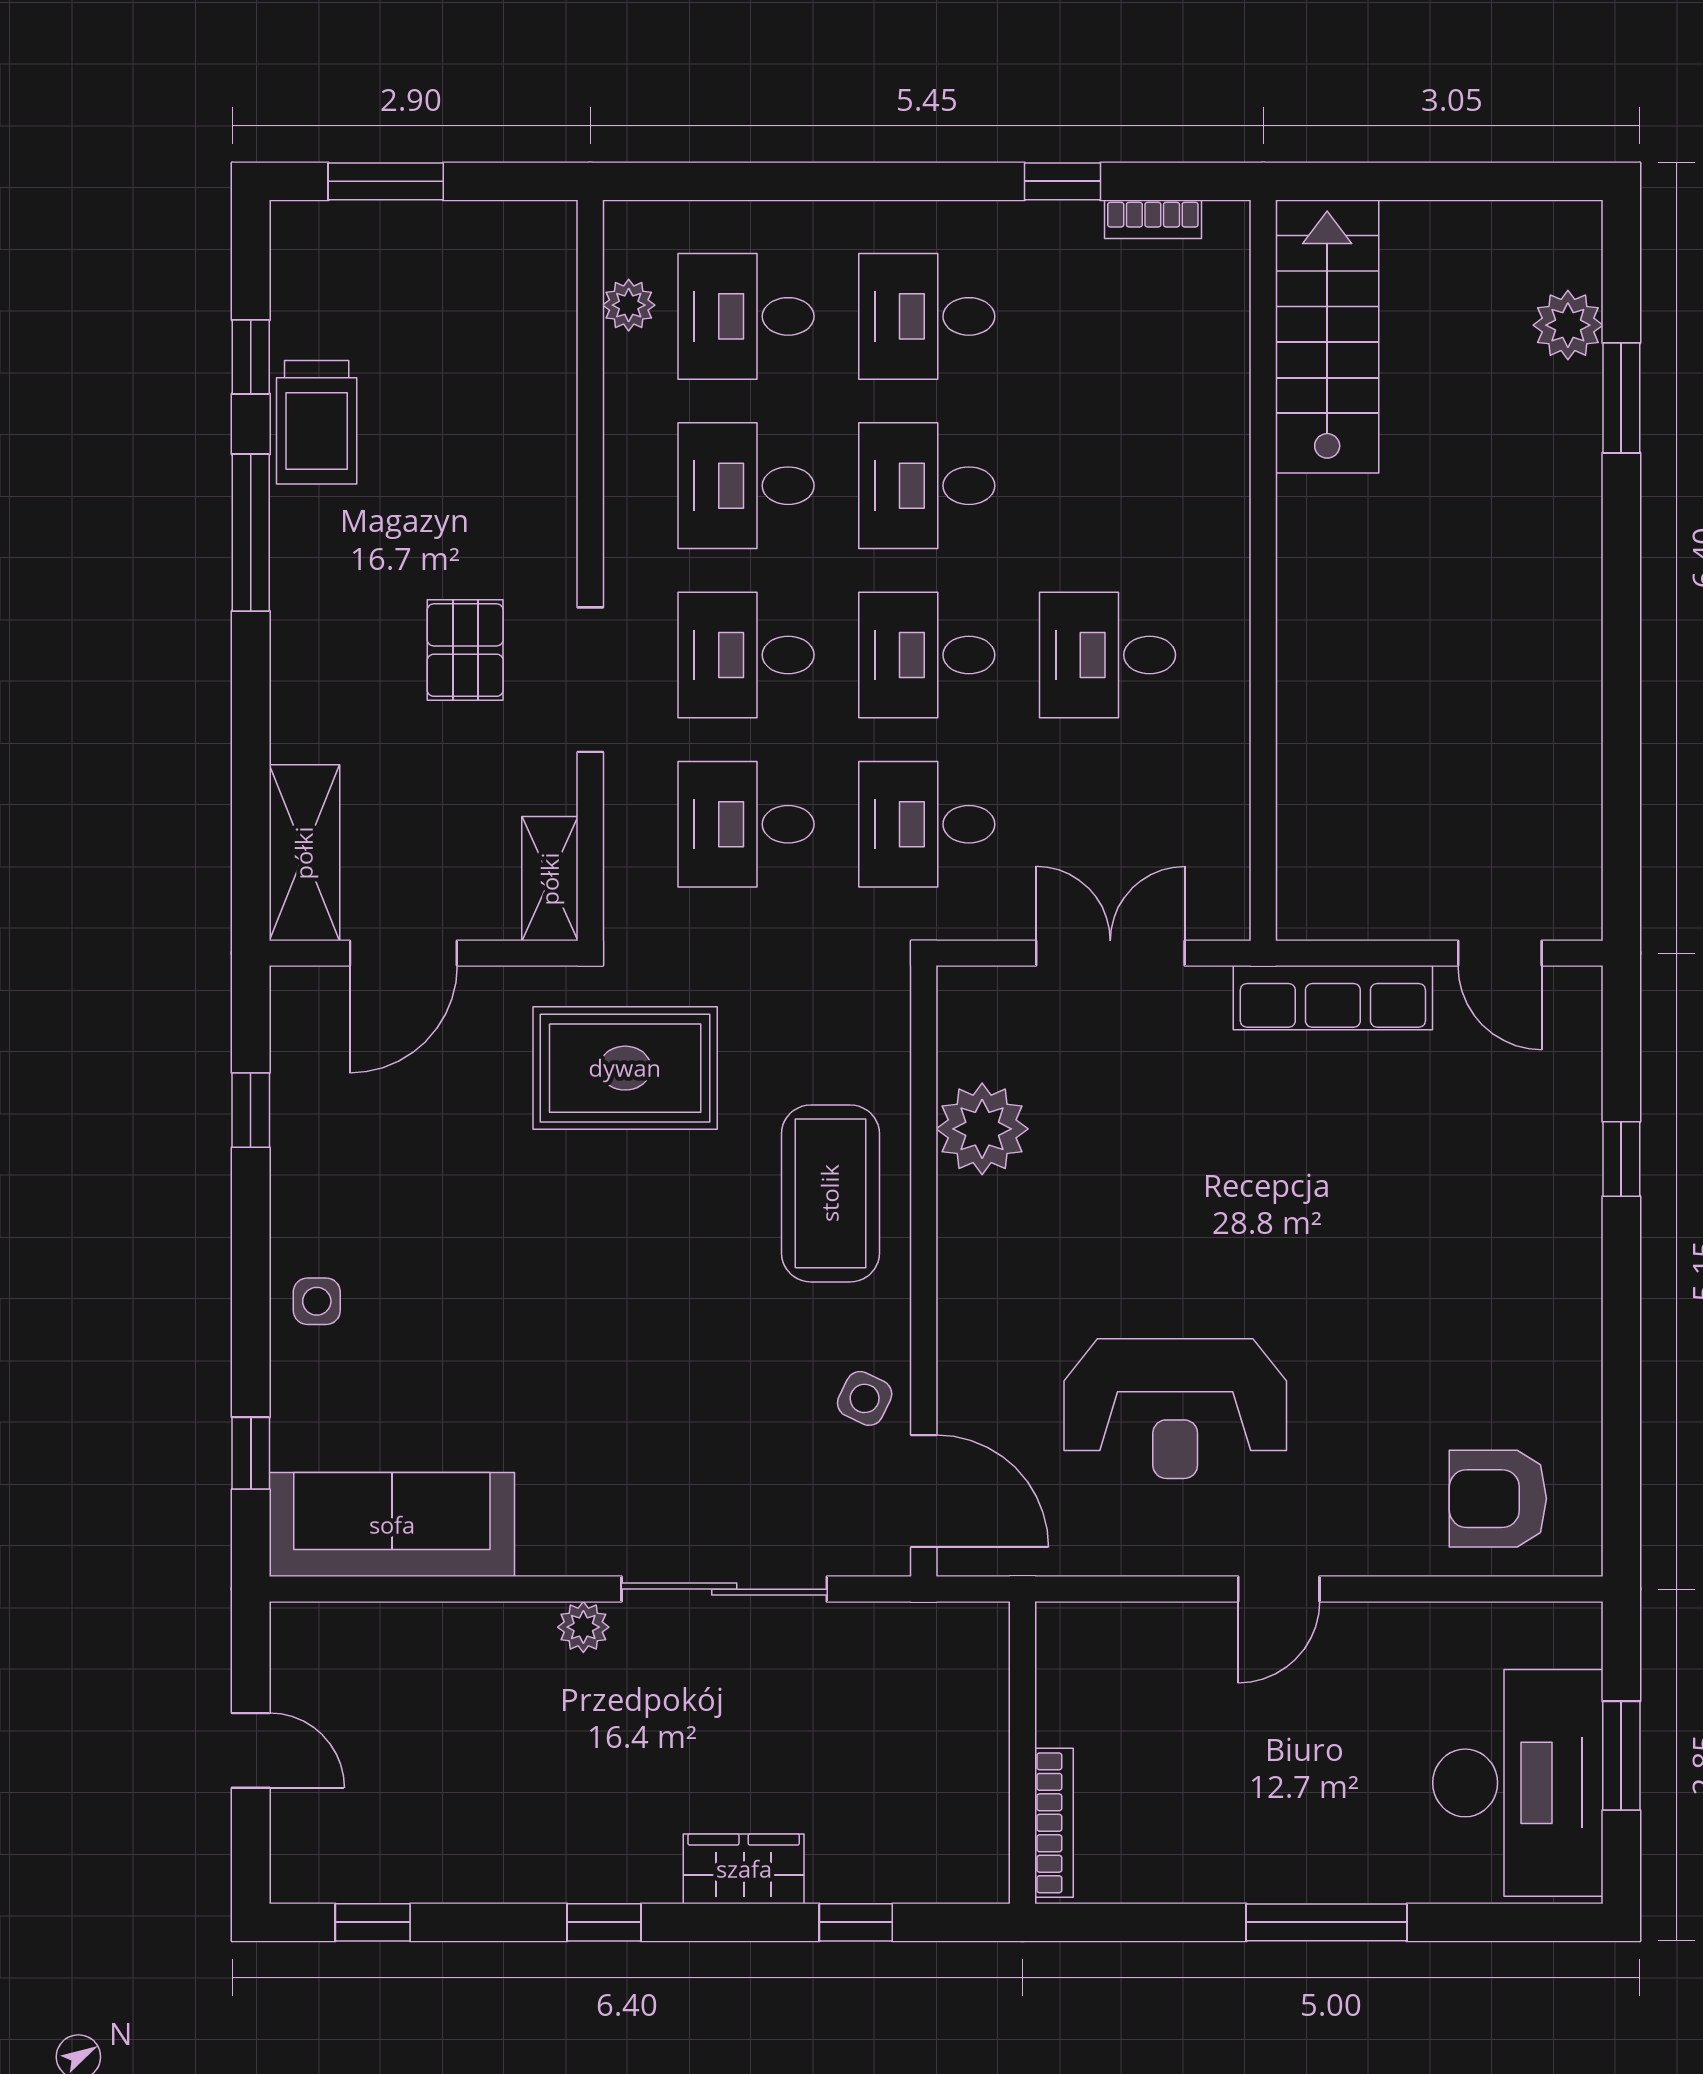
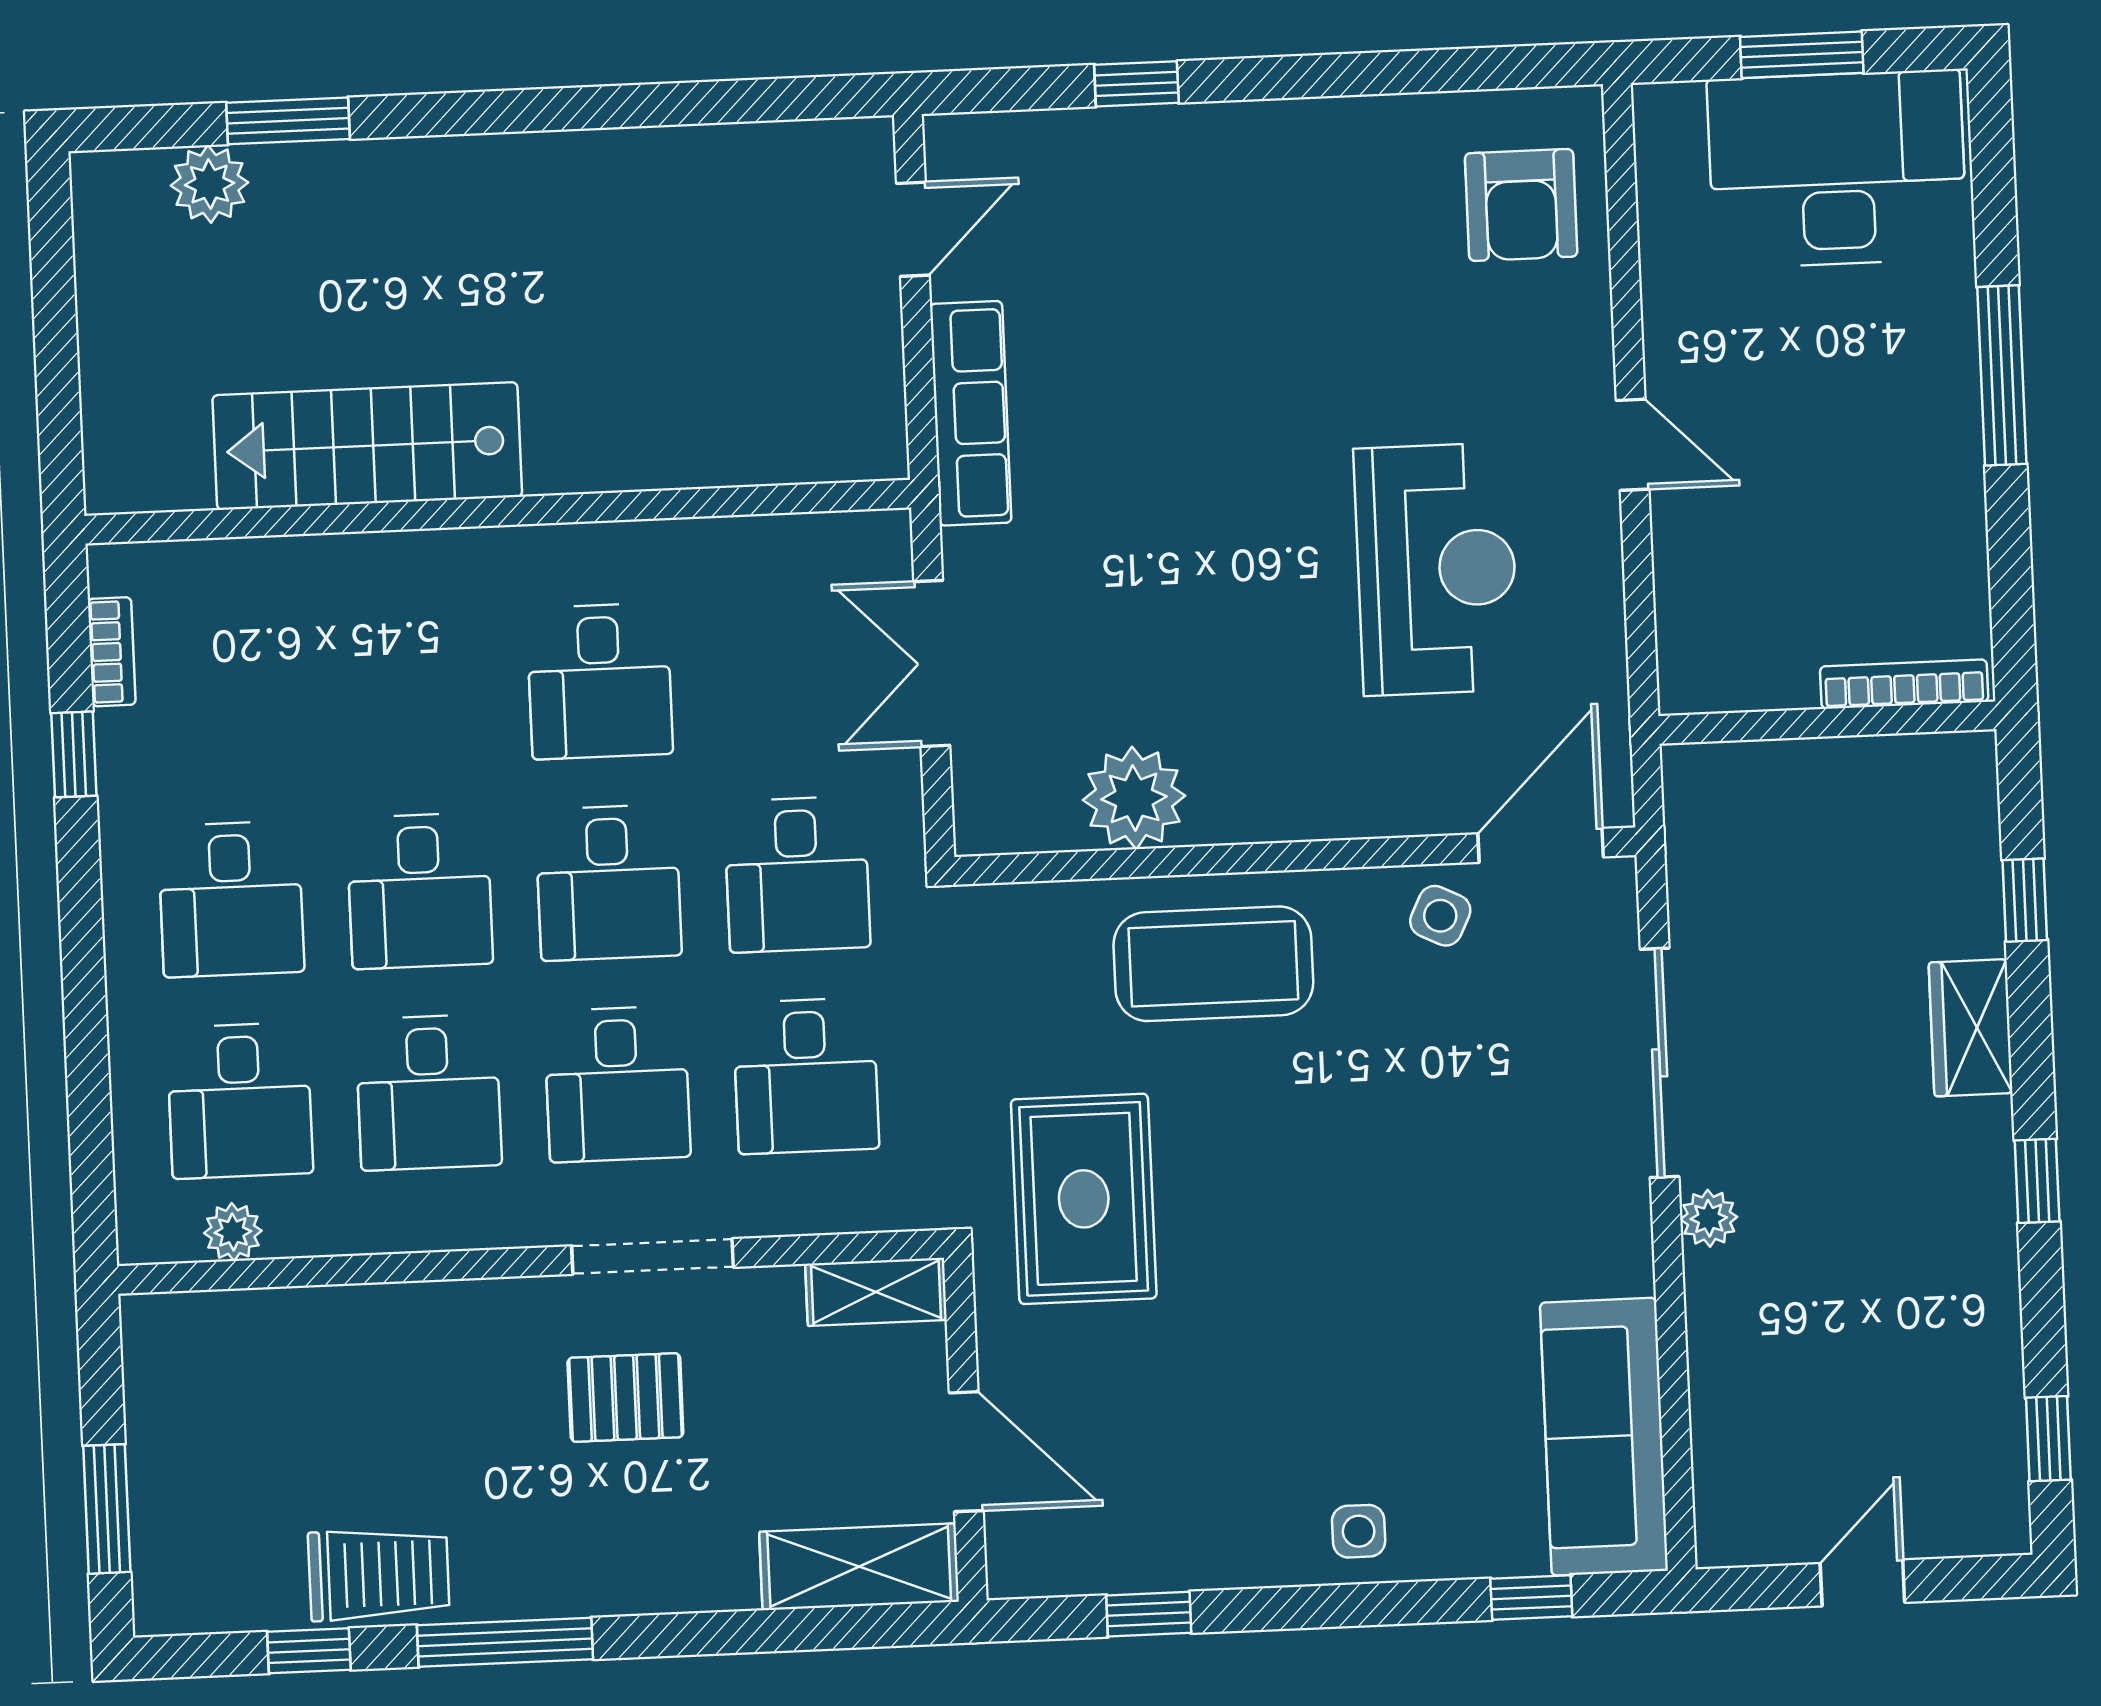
stairs: (1327, 337) -> (367, 446), moved

